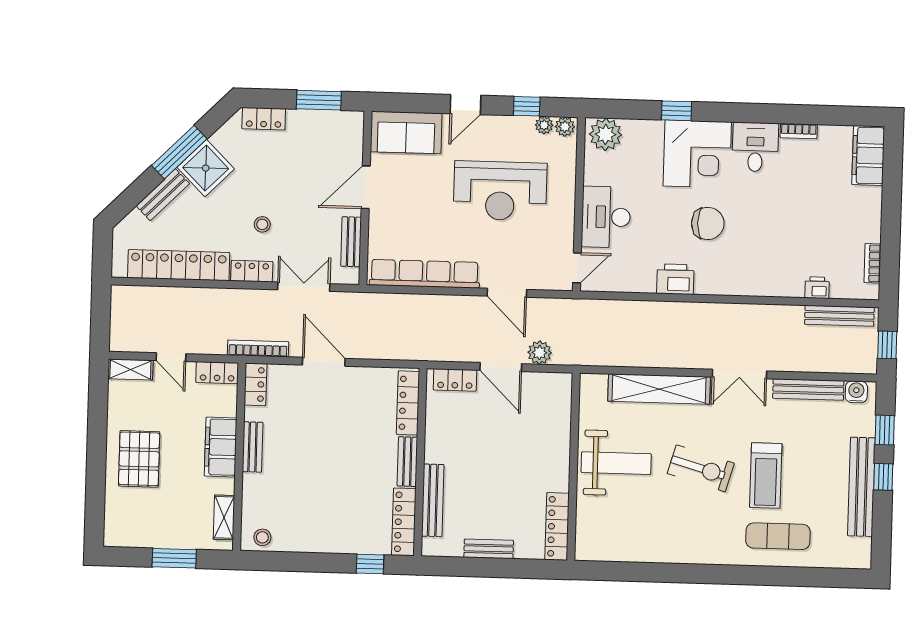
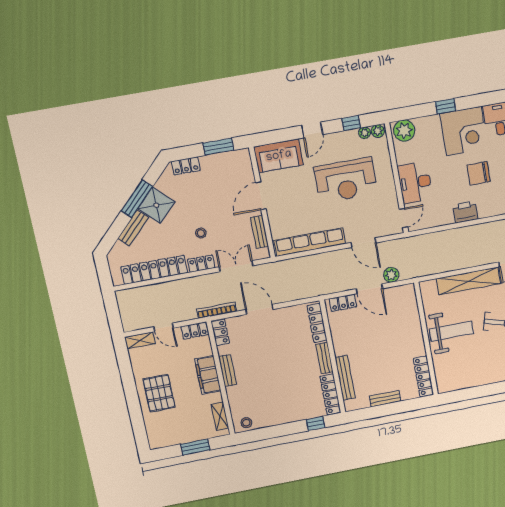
chair: (708, 223) -> (479, 173), turned 180

